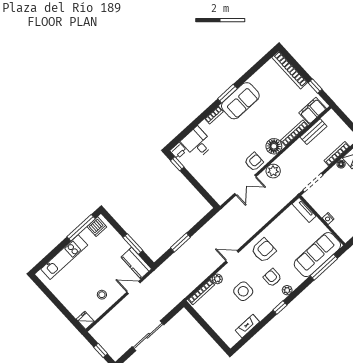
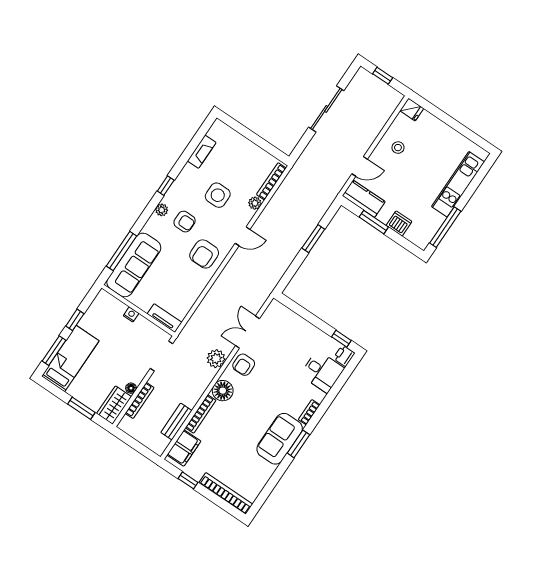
dishwasher: (97, 227) -> (399, 223), moved, turned 90

